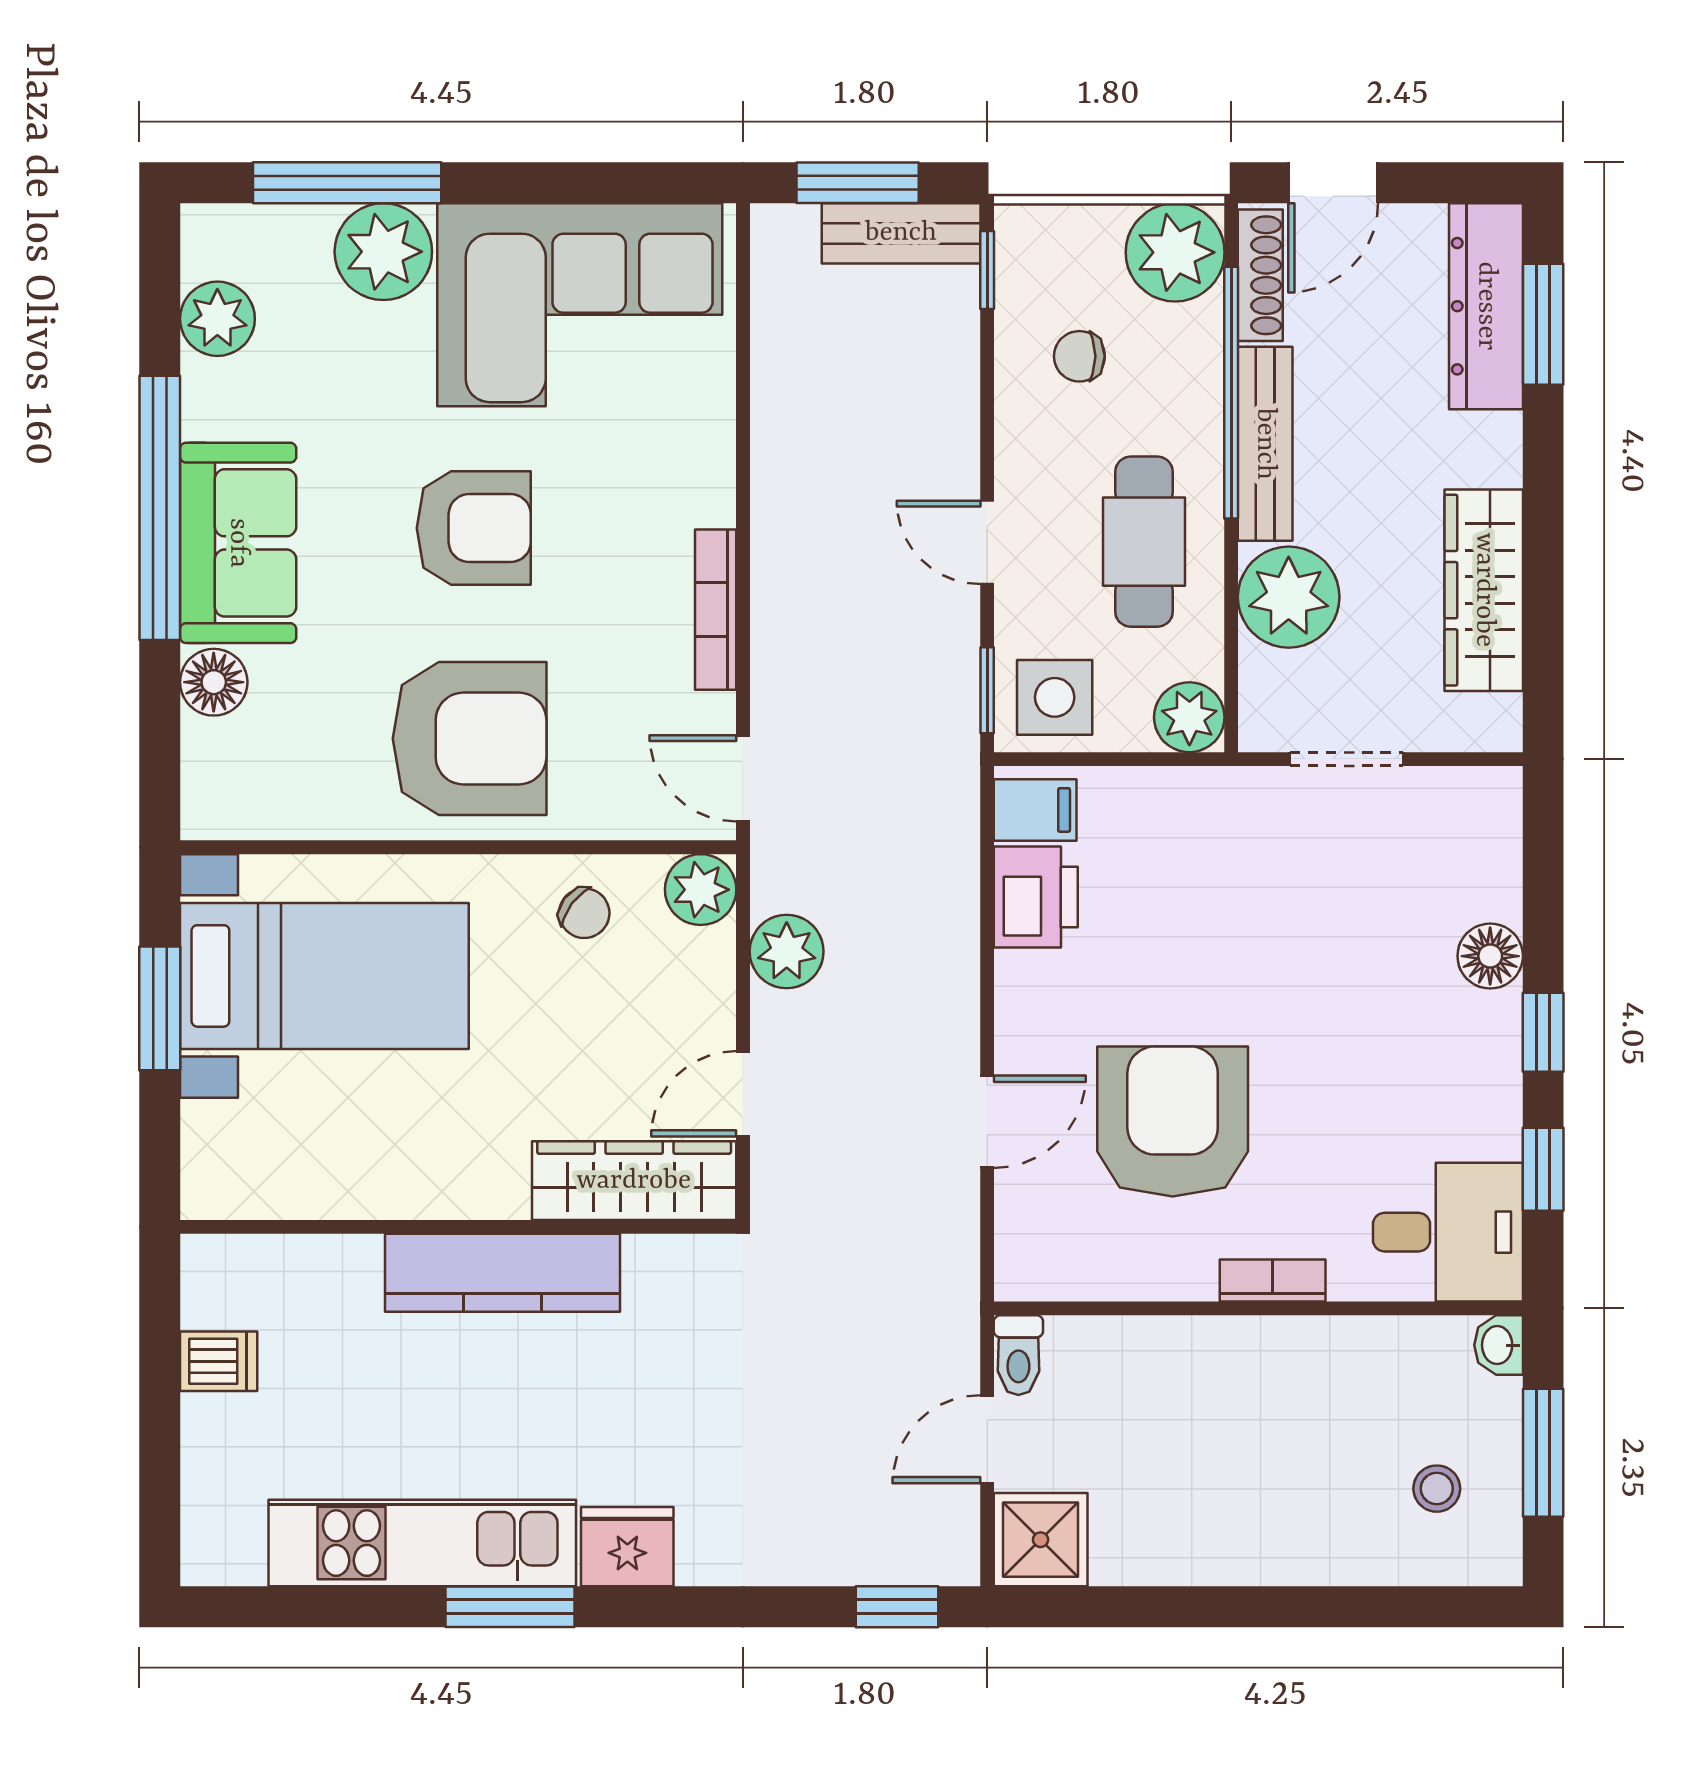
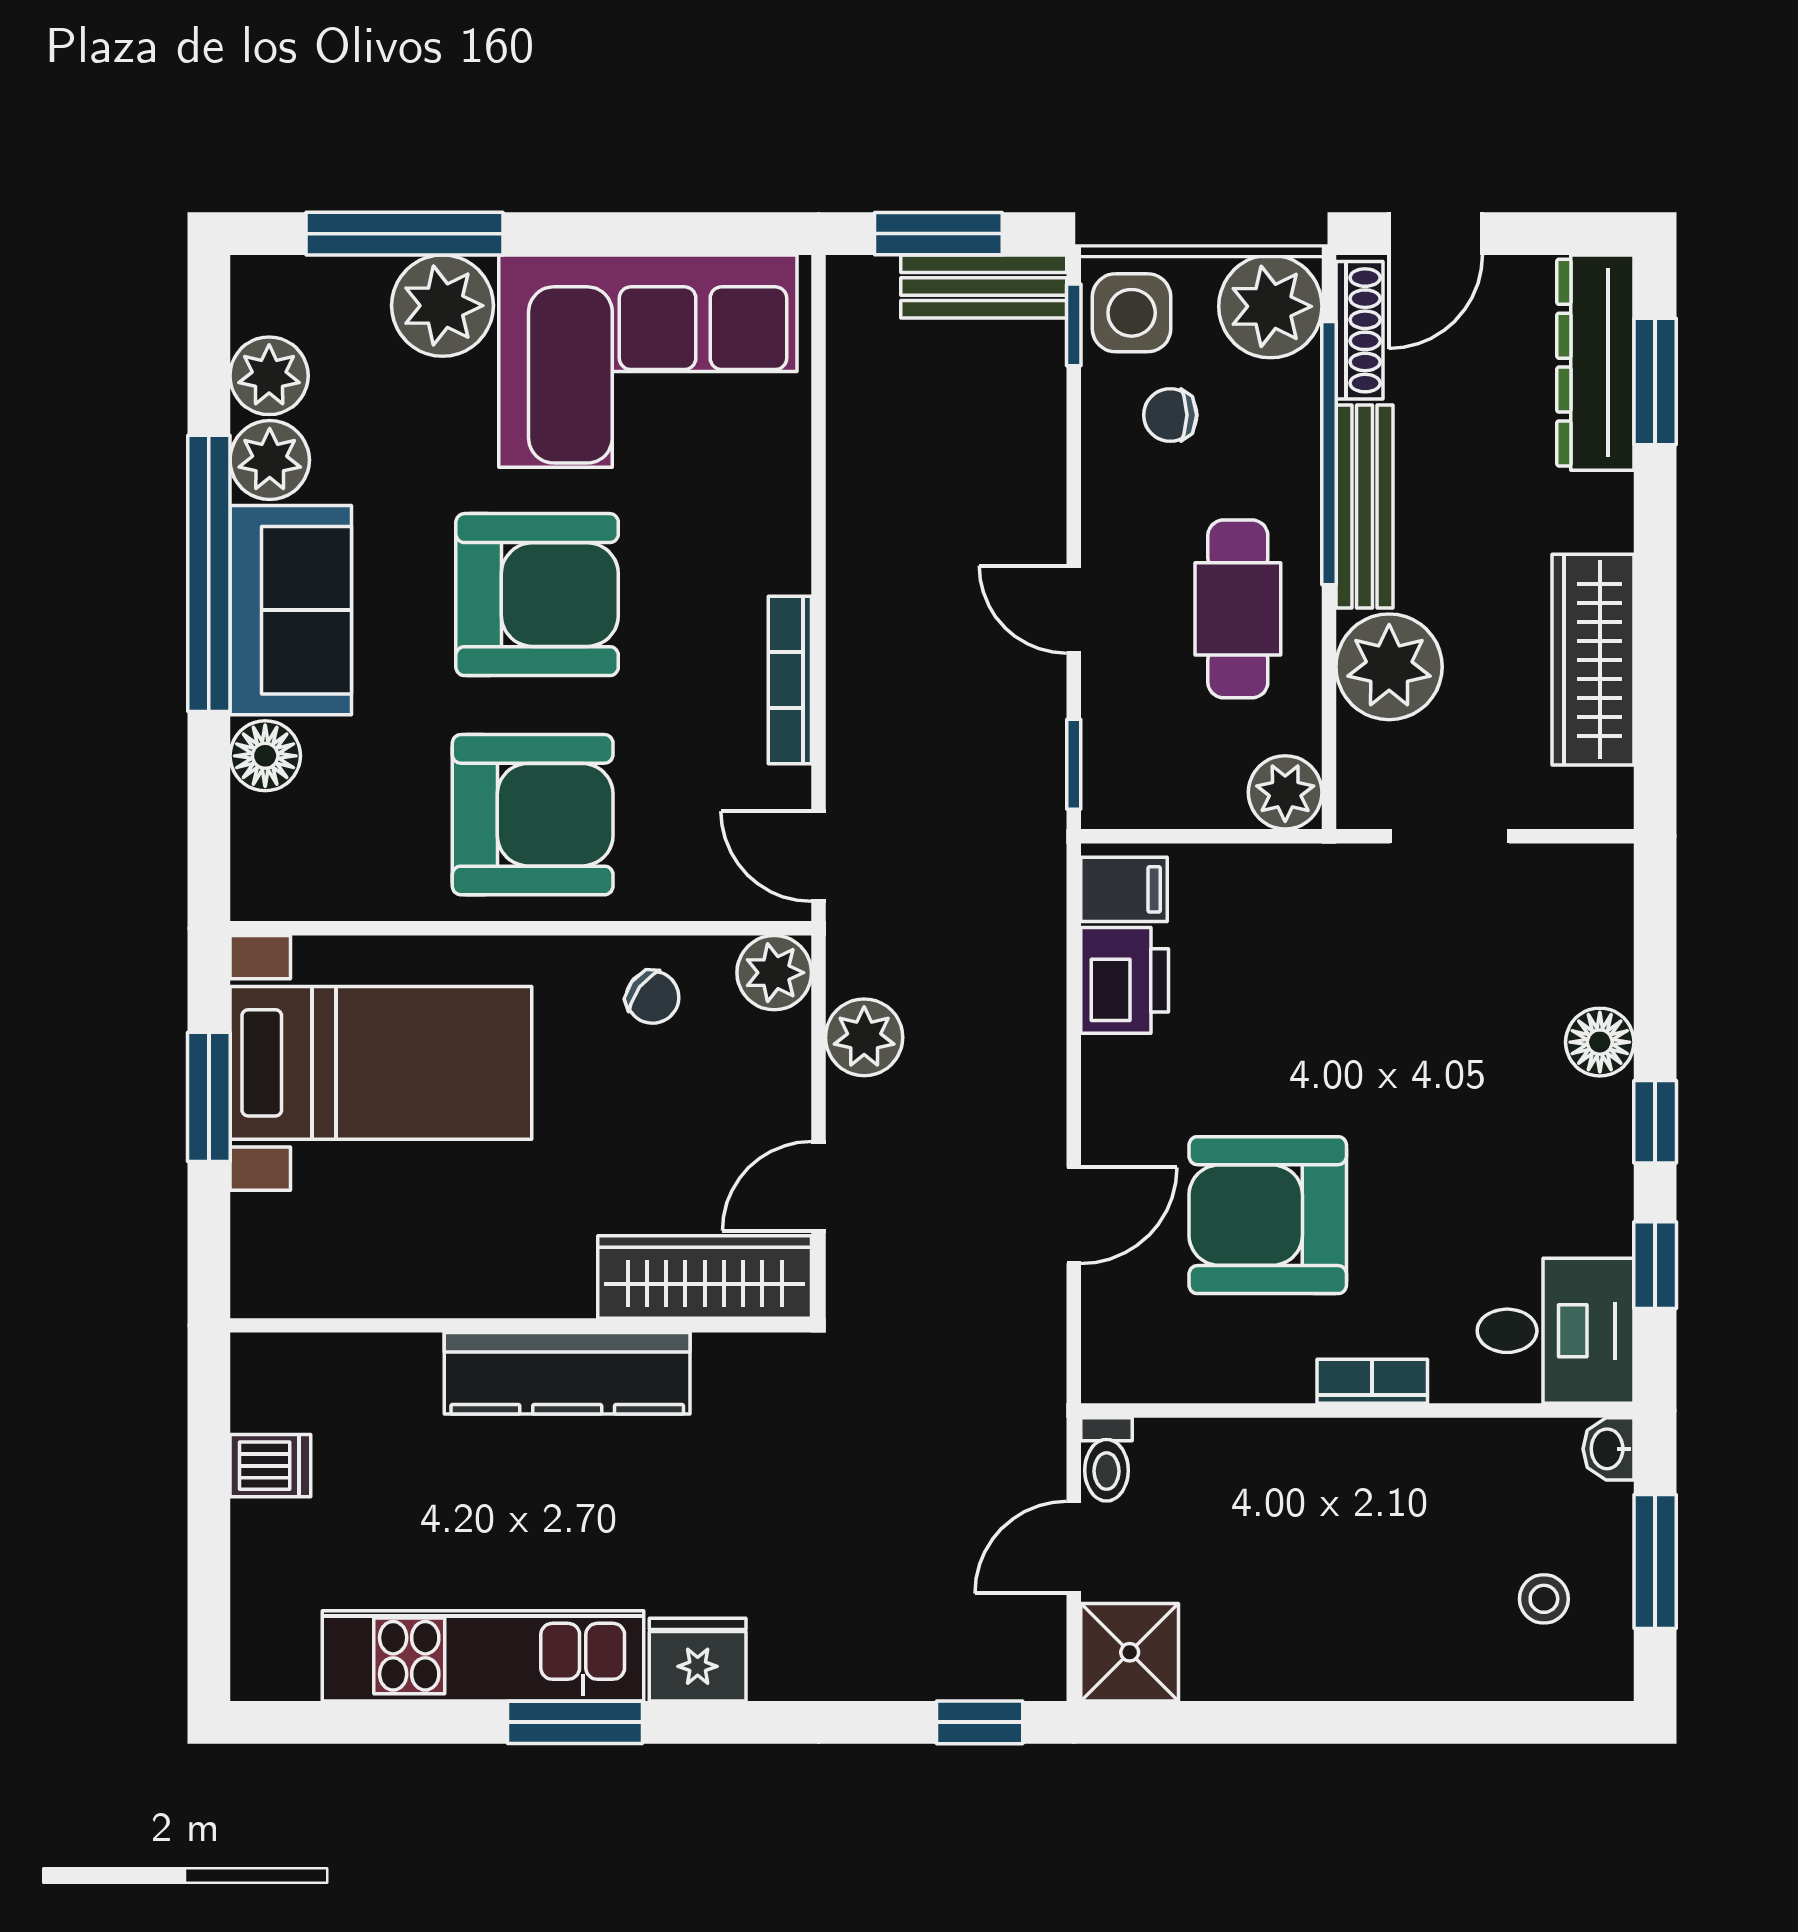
plant: (218, 399) -> (270, 460), added
armchair: (474, 528) -> (537, 595), width x1.36, depth x1.36
side table: (1055, 697) -> (1132, 313), moved
armchair: (1173, 1122) -> (1268, 1215), turned -90

